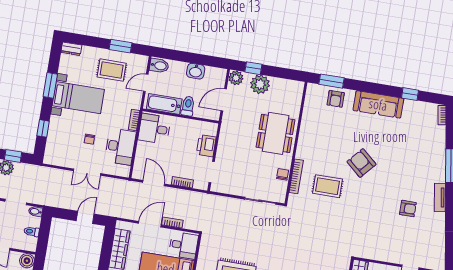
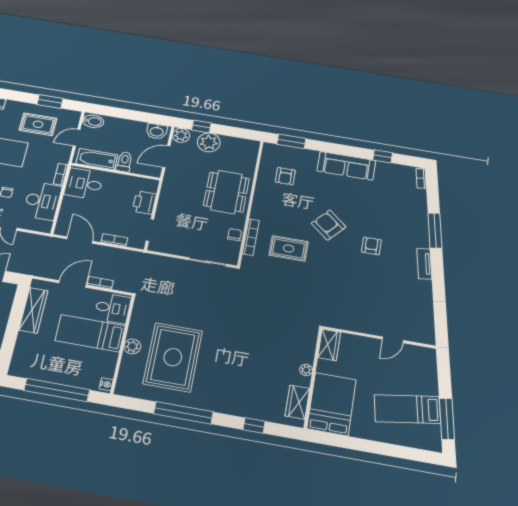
washbasin: (196, 71) -> (157, 131), moved
armchair: (336, 99) -> (285, 176), moved
armchair: (408, 208) -> (371, 246), moved, turned -90

